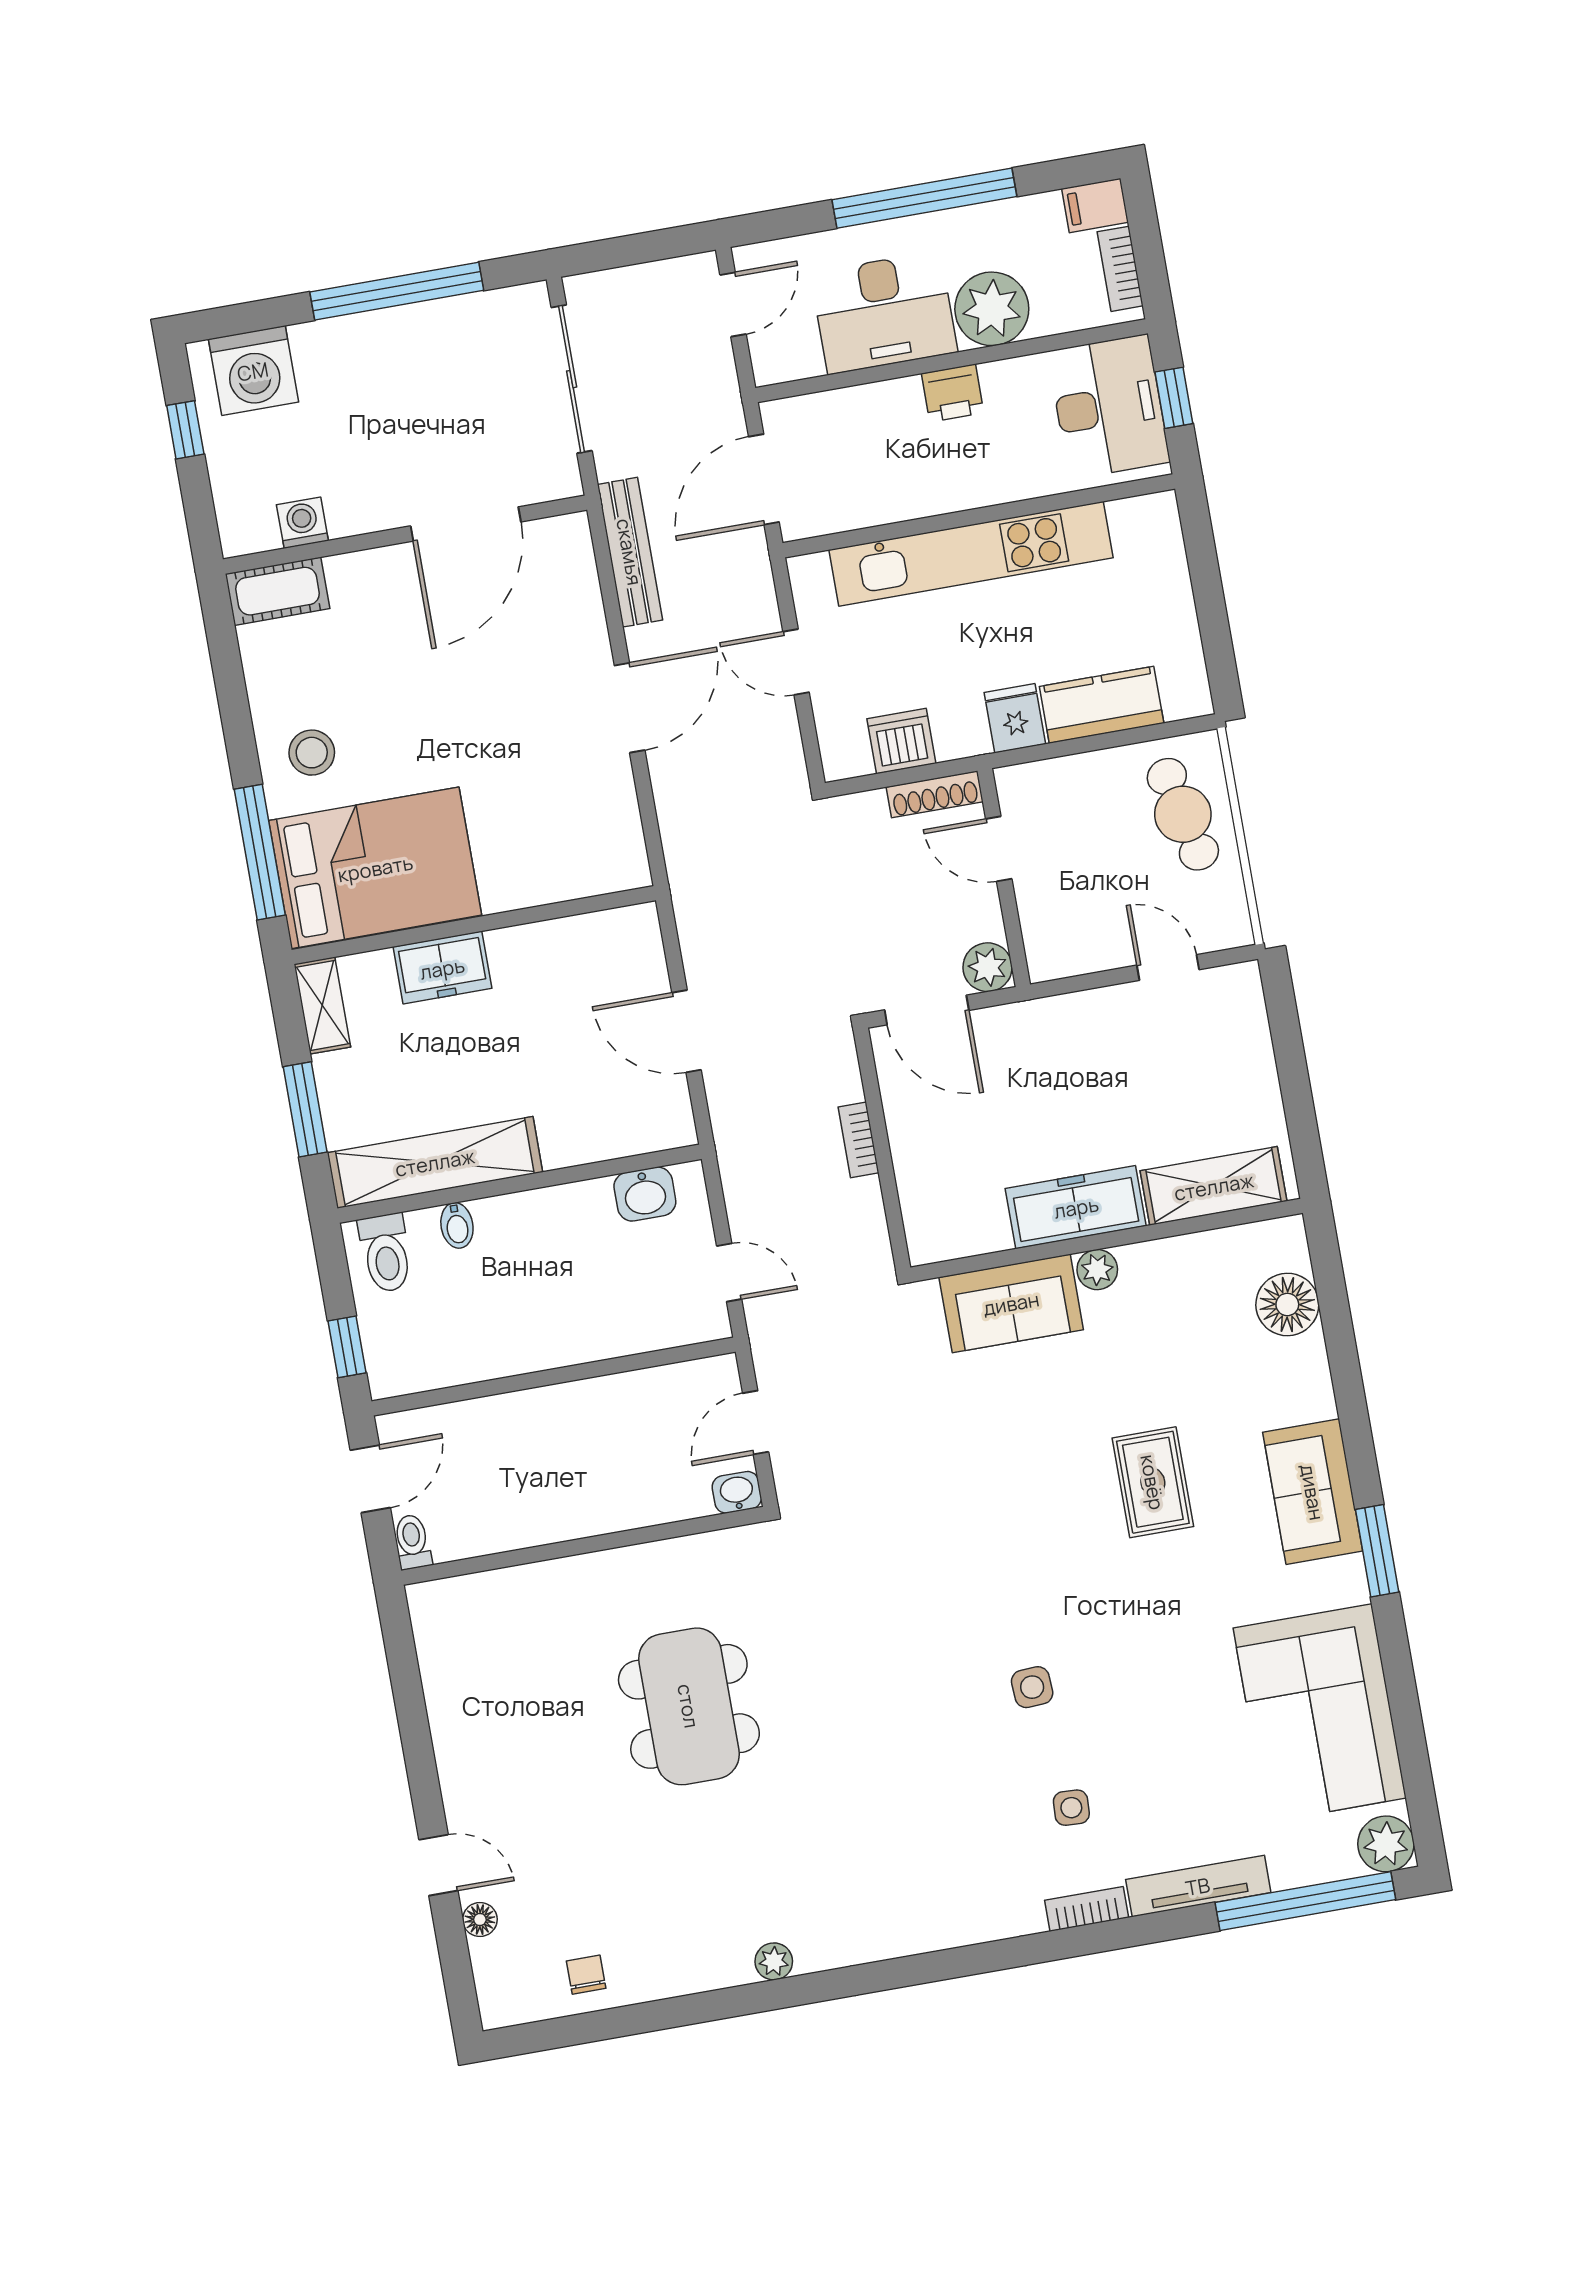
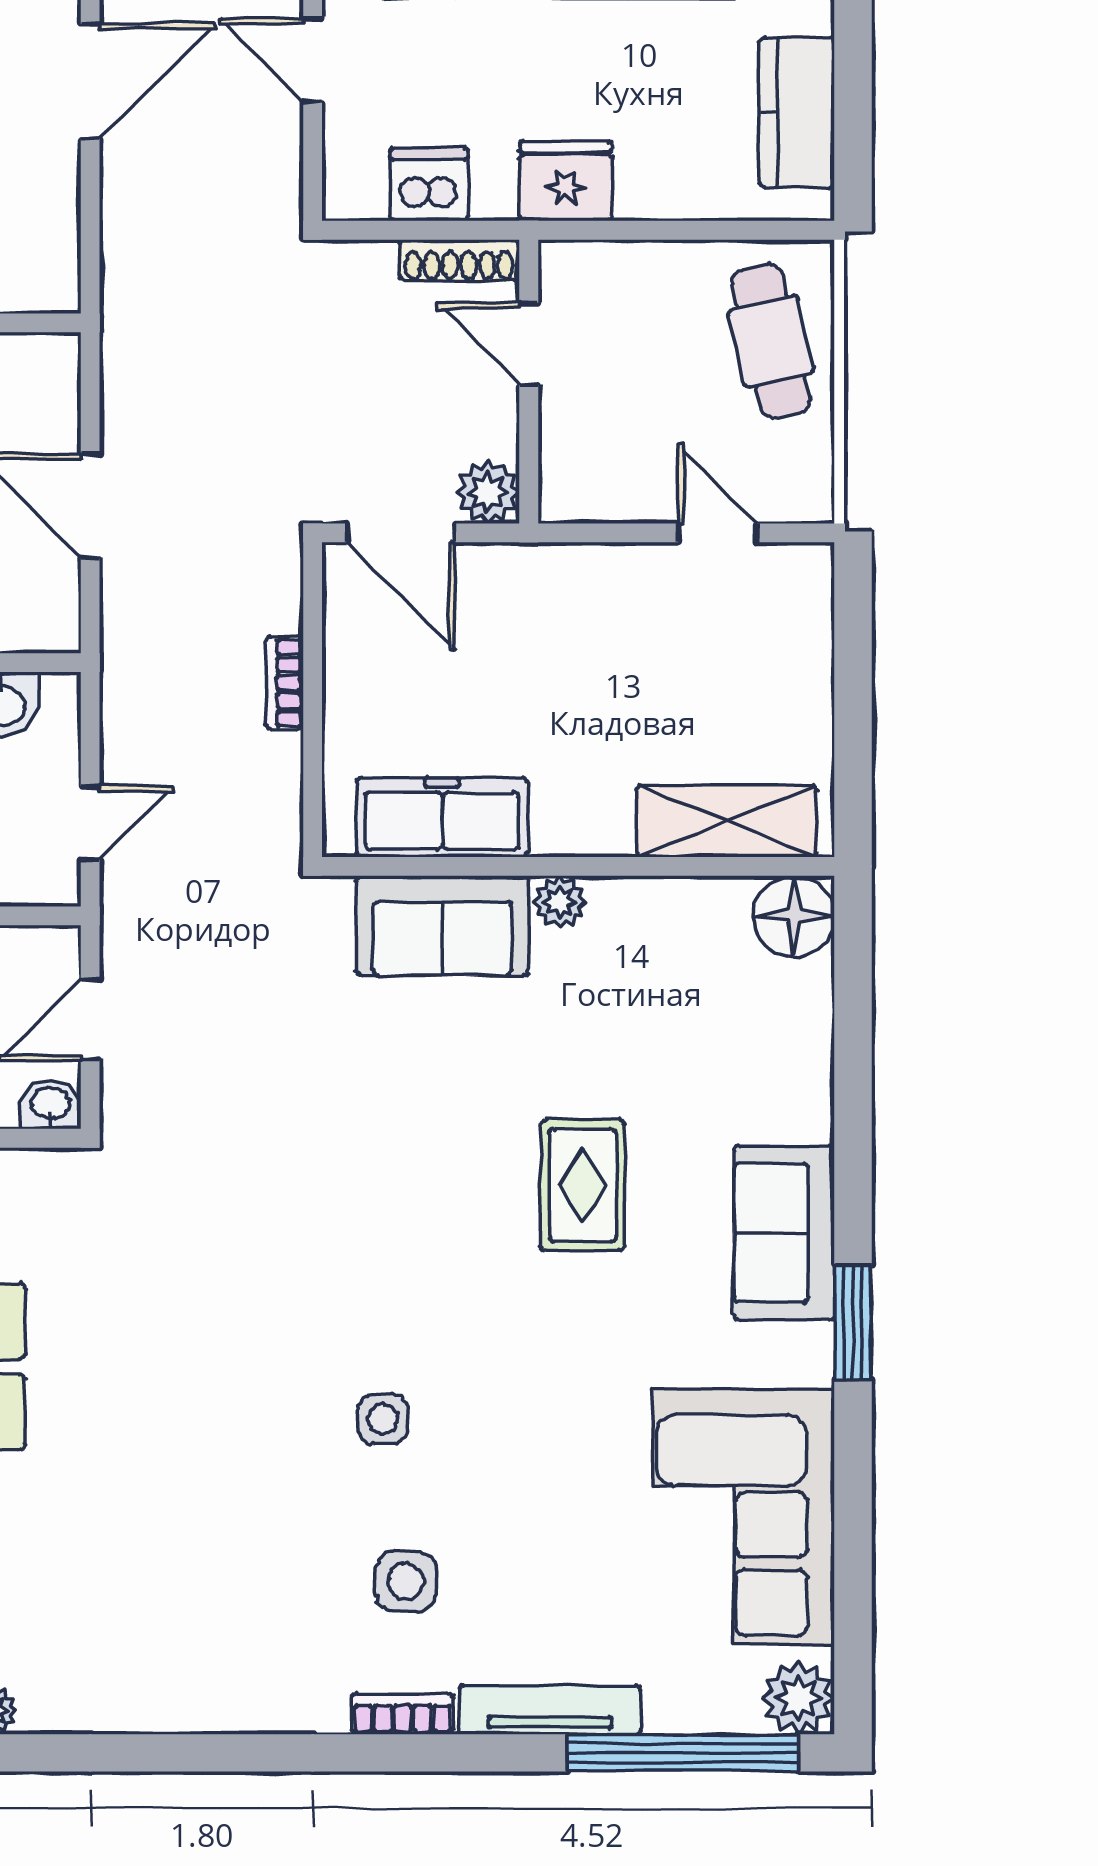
kitchen counter: (1102, 705) -> (797, 113), moved, turned -90
fridge: (1015, 718) -> (566, 181), width x1.38
freezer: (1076, 1207) -> (442, 817), moved
door: (729, 1273) -> (90, 823), hinge flipped
floor lamp: (1287, 1304) -> (794, 916), moved
side table: (1071, 1808) -> (406, 1581), width x1.37, depth x1.37

